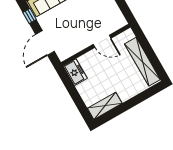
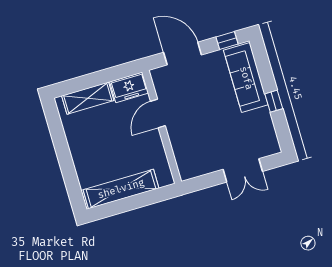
door: (102, 41) -> (158, 113), moved
shelving: (105, 106) -> (88, 98), moved, turned 90

